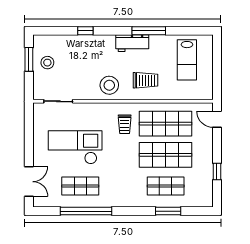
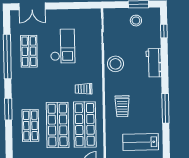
window: (85, 31) -> (164, 31), moved
workbench: (132, 43) -> (154, 63), moved
stool: (109, 85) -> (115, 64), moved
checkout: (75, 147) -> (63, 46), width x0.73, depth x0.83
window: (168, 211) -> (8, 109), moved

